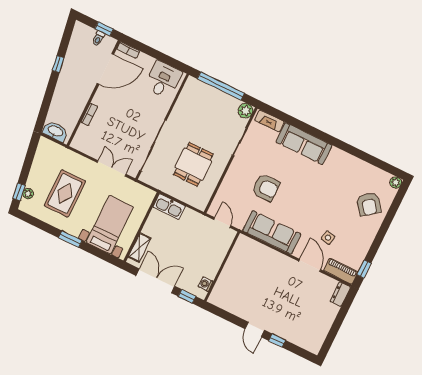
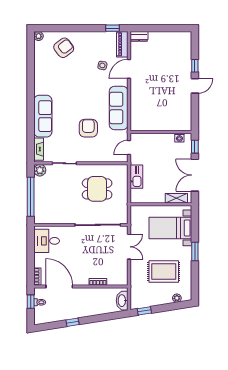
double door: (111, 168) -> (129, 247), swing flipped
window: (19, 192) -> (144, 311), moved
kitchen sink: (169, 207) -> (136, 177), moved

